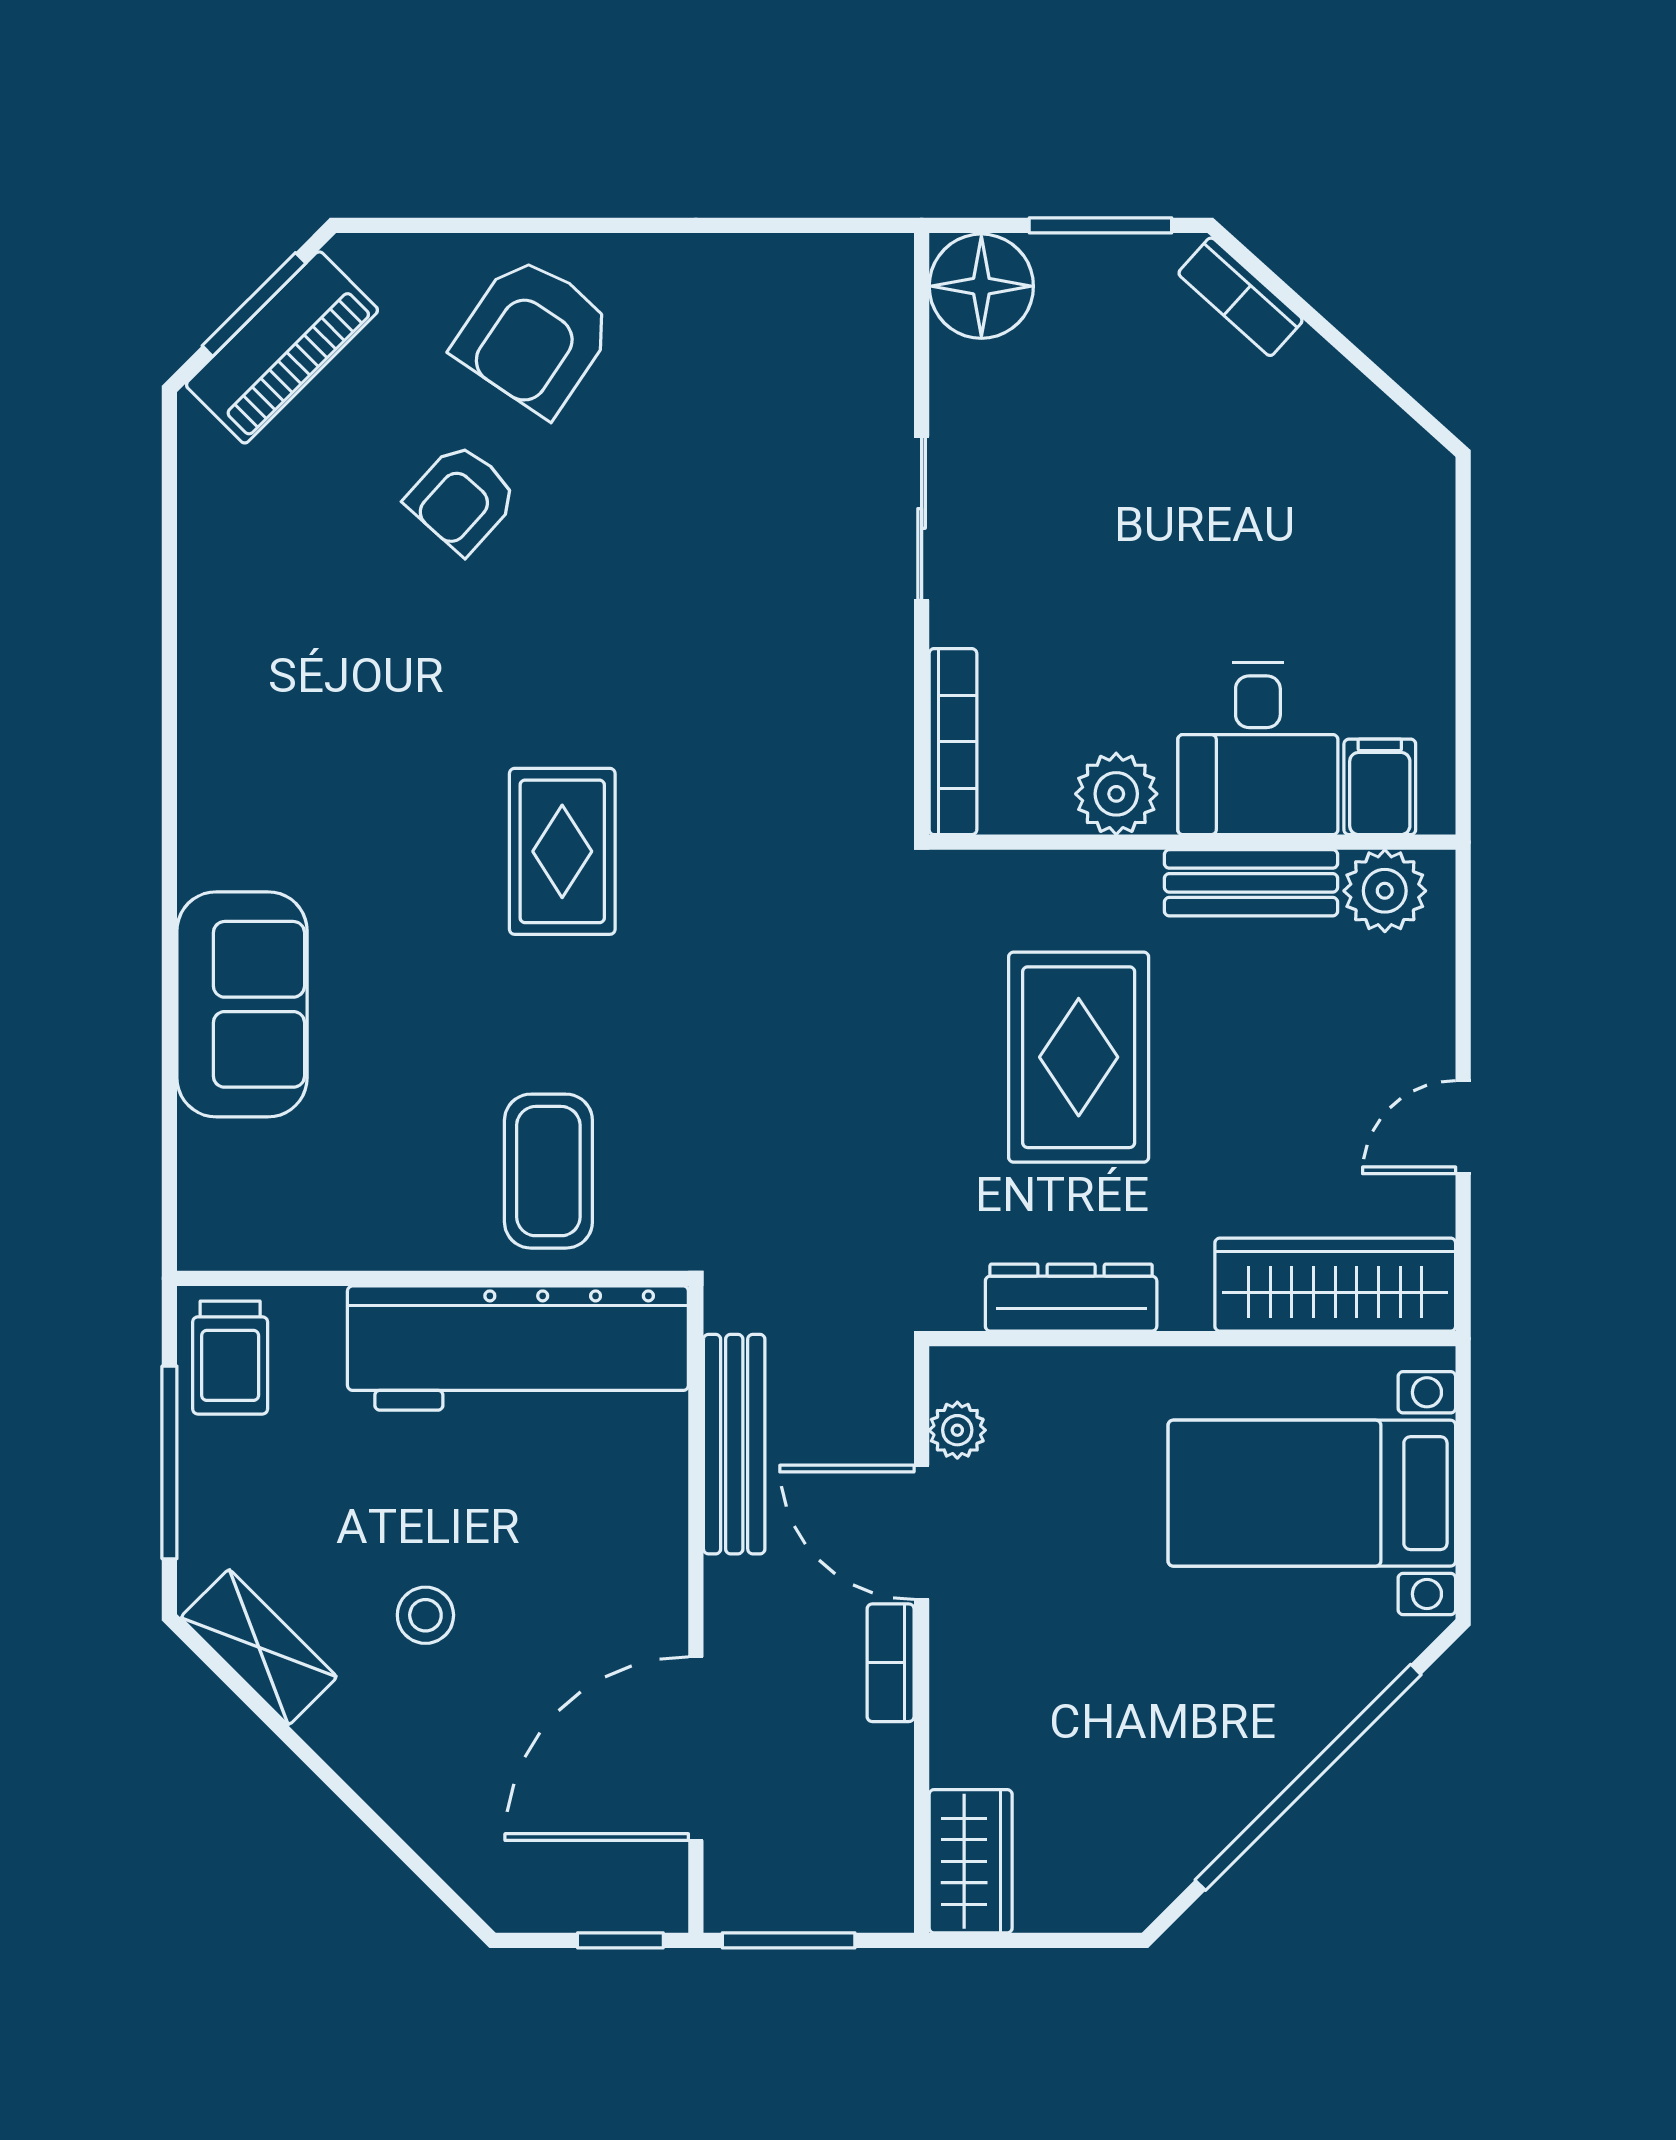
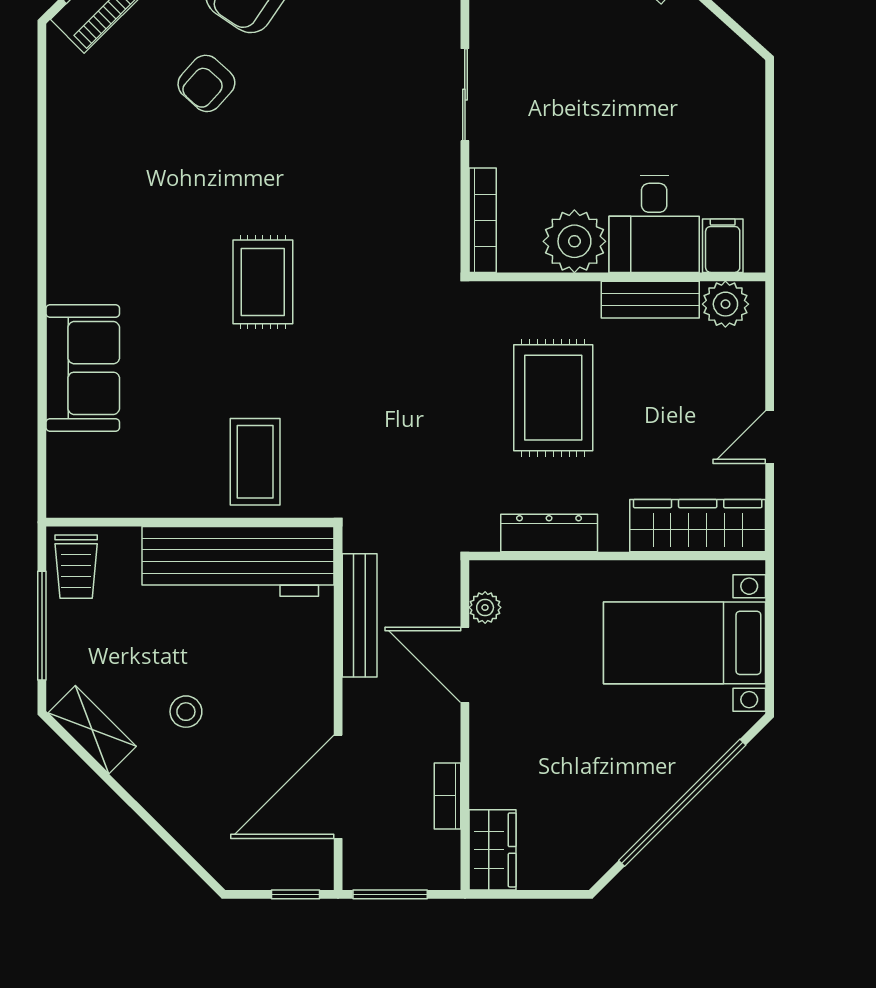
plant: (1116, 794) -> (574, 241), width x1.36, depth x1.36
bookcase: (891, 1663) -> (448, 796), moved

